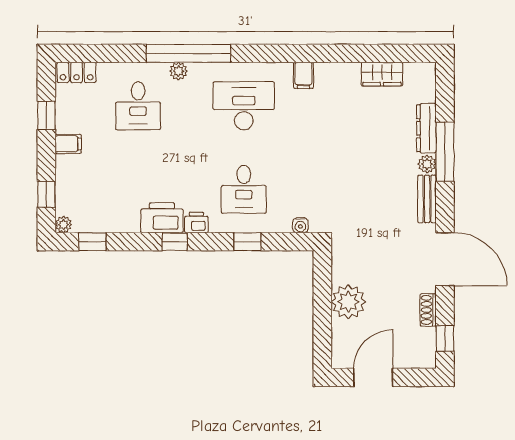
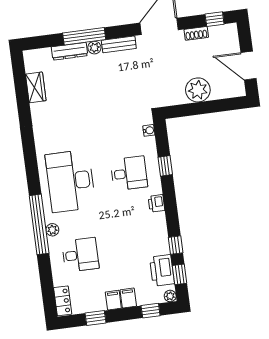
filing cabinet: (303, 75) -> (128, 298), moved, turned -90
desk: (244, 106) -> (71, 181), width x1.36, depth x1.30
printer: (162, 218) -> (162, 270), moved
window: (175, 242) -> (176, 245), moved

